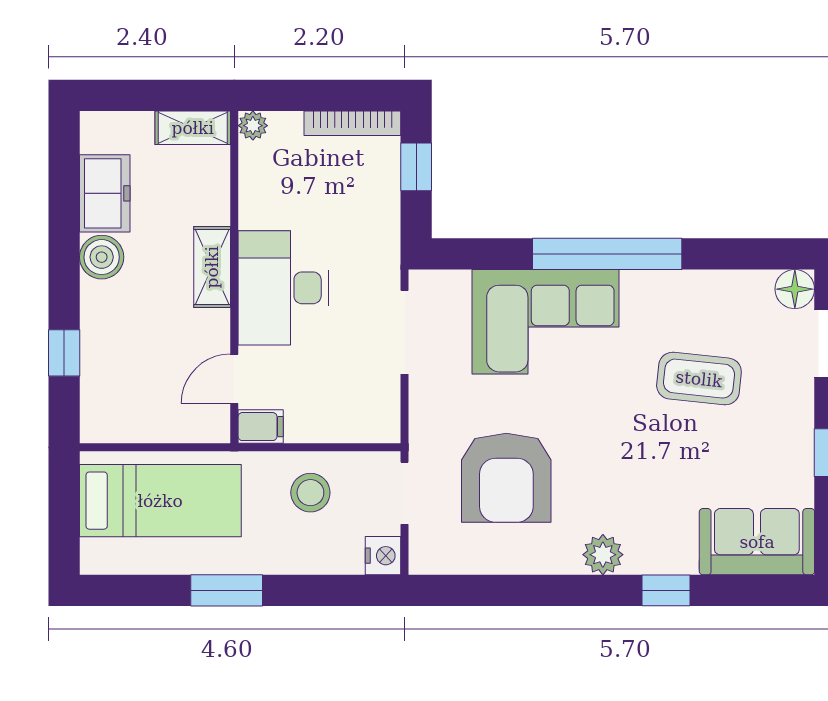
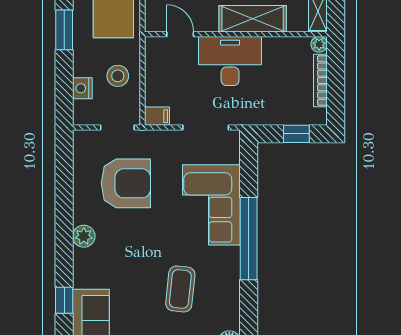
bookcase: (352, 123) -> (320, 80), moved
shelving: (212, 267) -> (253, 19), width x1.50, depth x1.33
filing cabinet: (261, 427) -> (157, 116), moved, turned -90
armchair: (506, 478) -> (126, 183), turned 180
nightstand: (383, 556) -> (82, 88), moved, turned 90
window: (666, 590) -> (64, 300), moved

